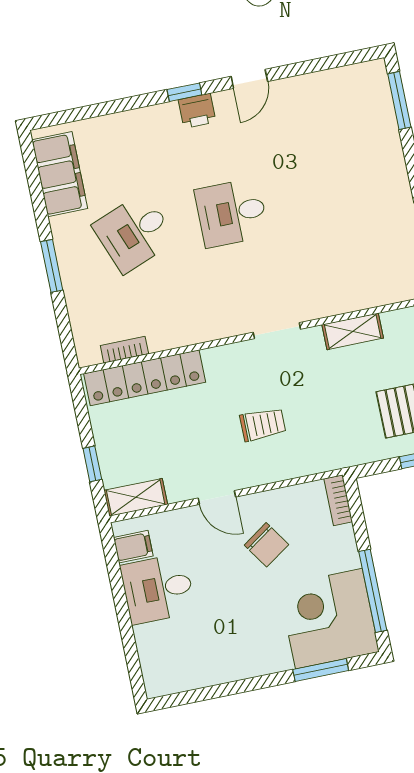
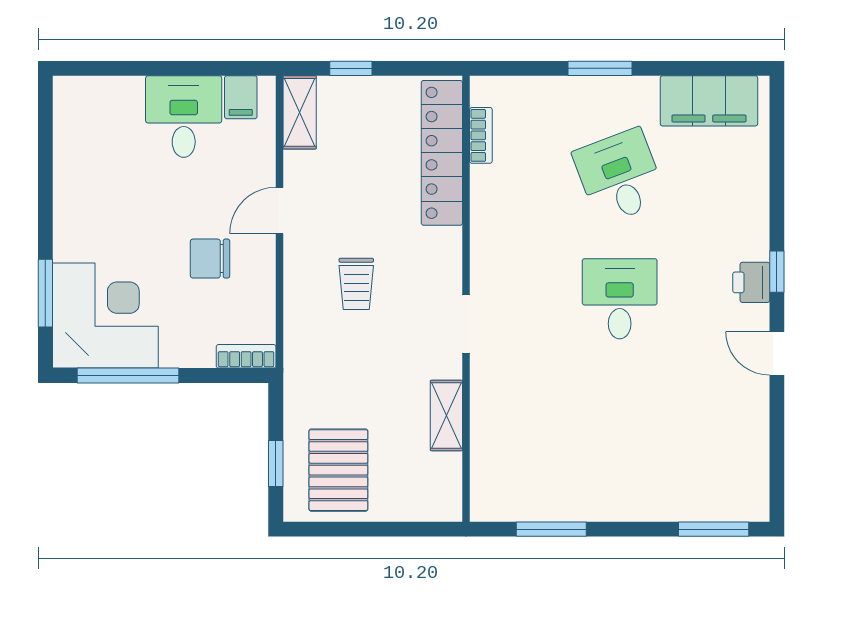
chair: (266, 545) -> (210, 259), turned 34

